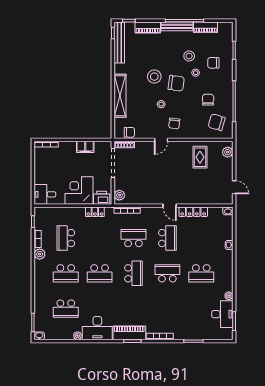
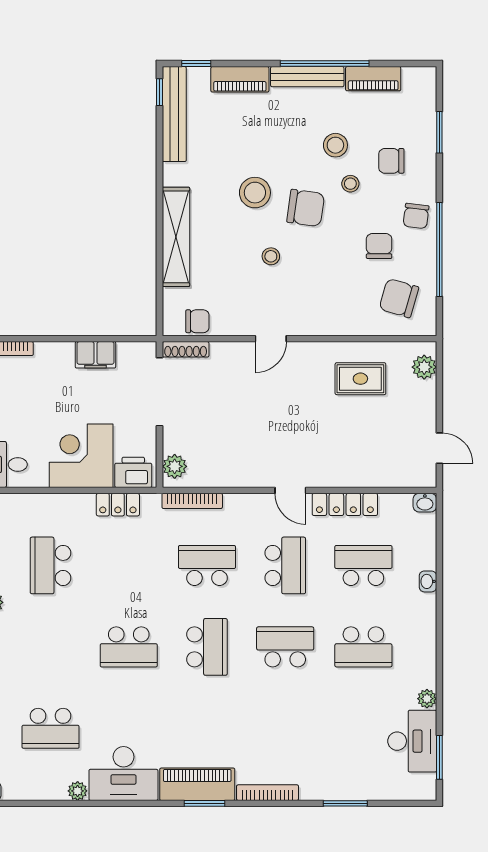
chair: (174, 123) -> (416, 216), moved
rug: (200, 157) -> (360, 379), turned 90
school desk: (66, 273) -> (363, 565), moved, turned 180

